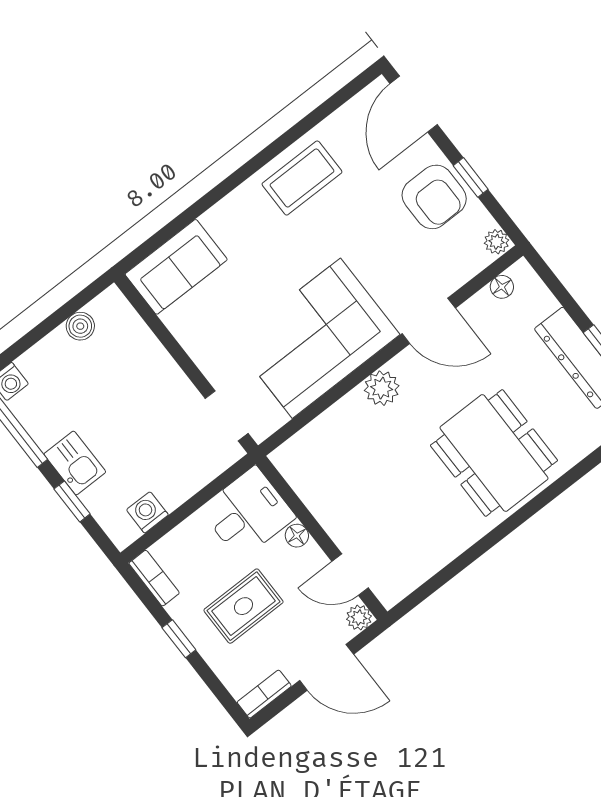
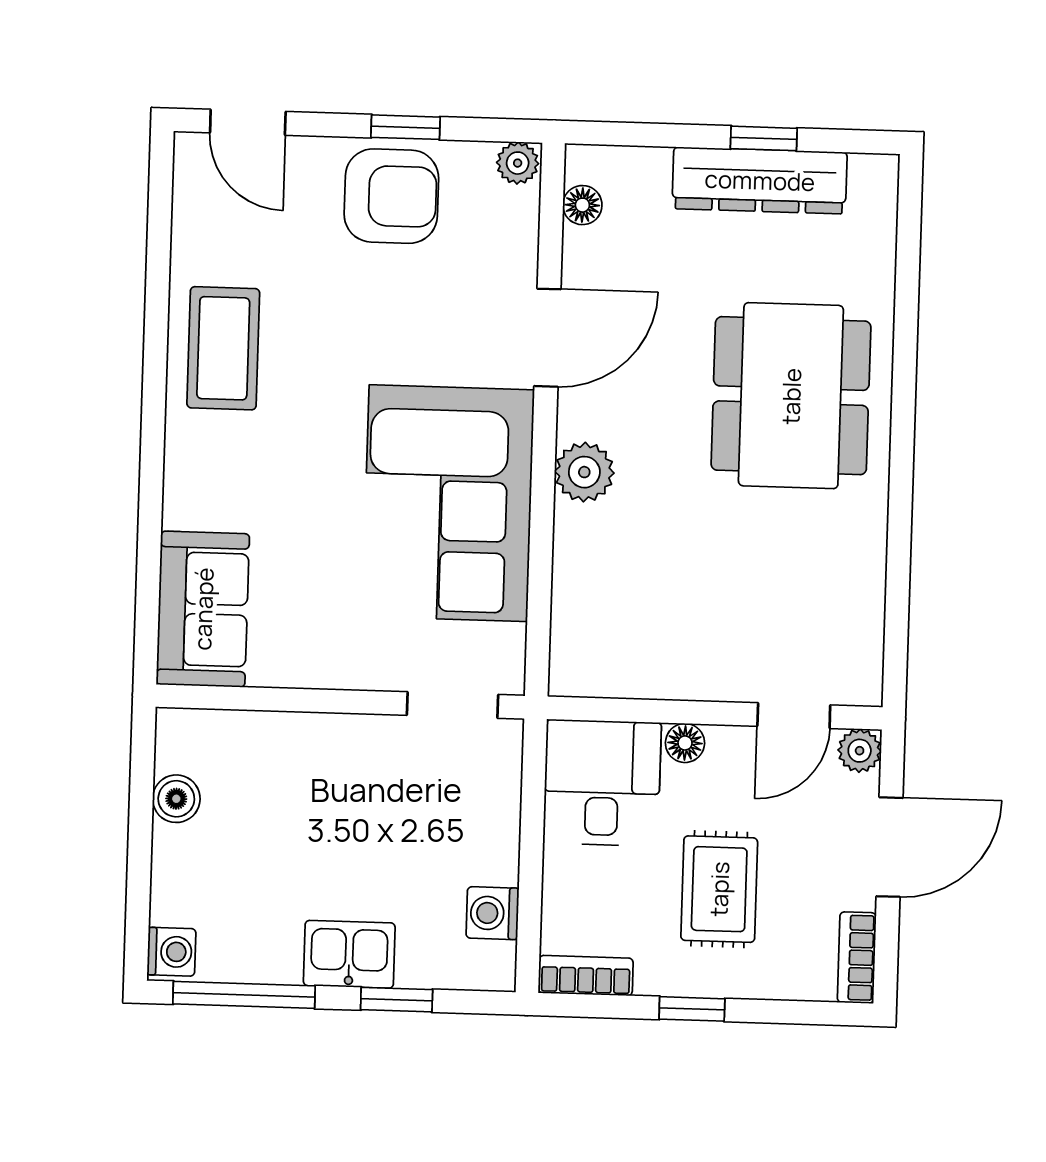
door: (414, 104) -> (248, 122), width x0.73
dining table: (494, 453) -> (791, 396), turned 90

